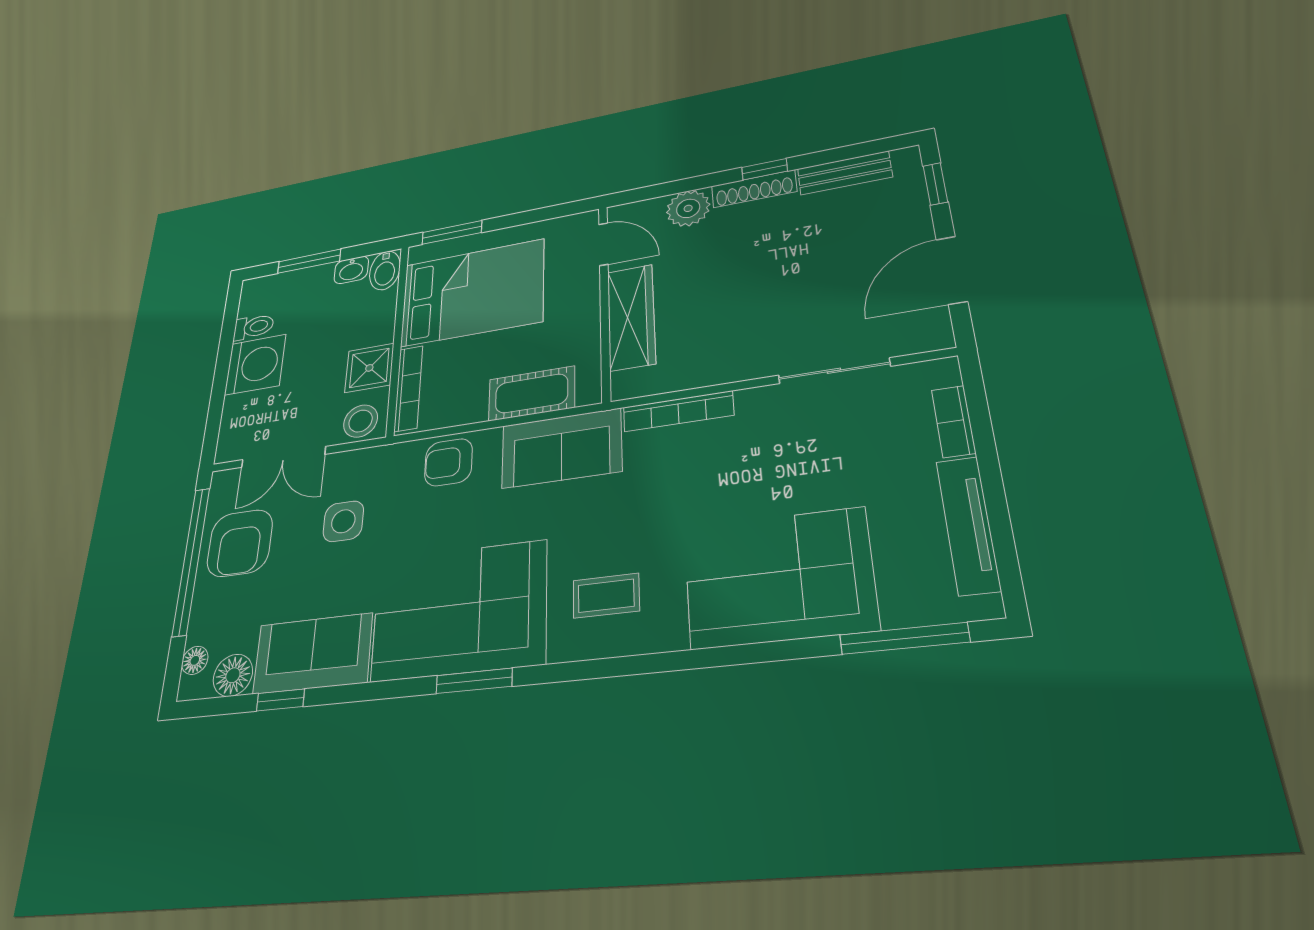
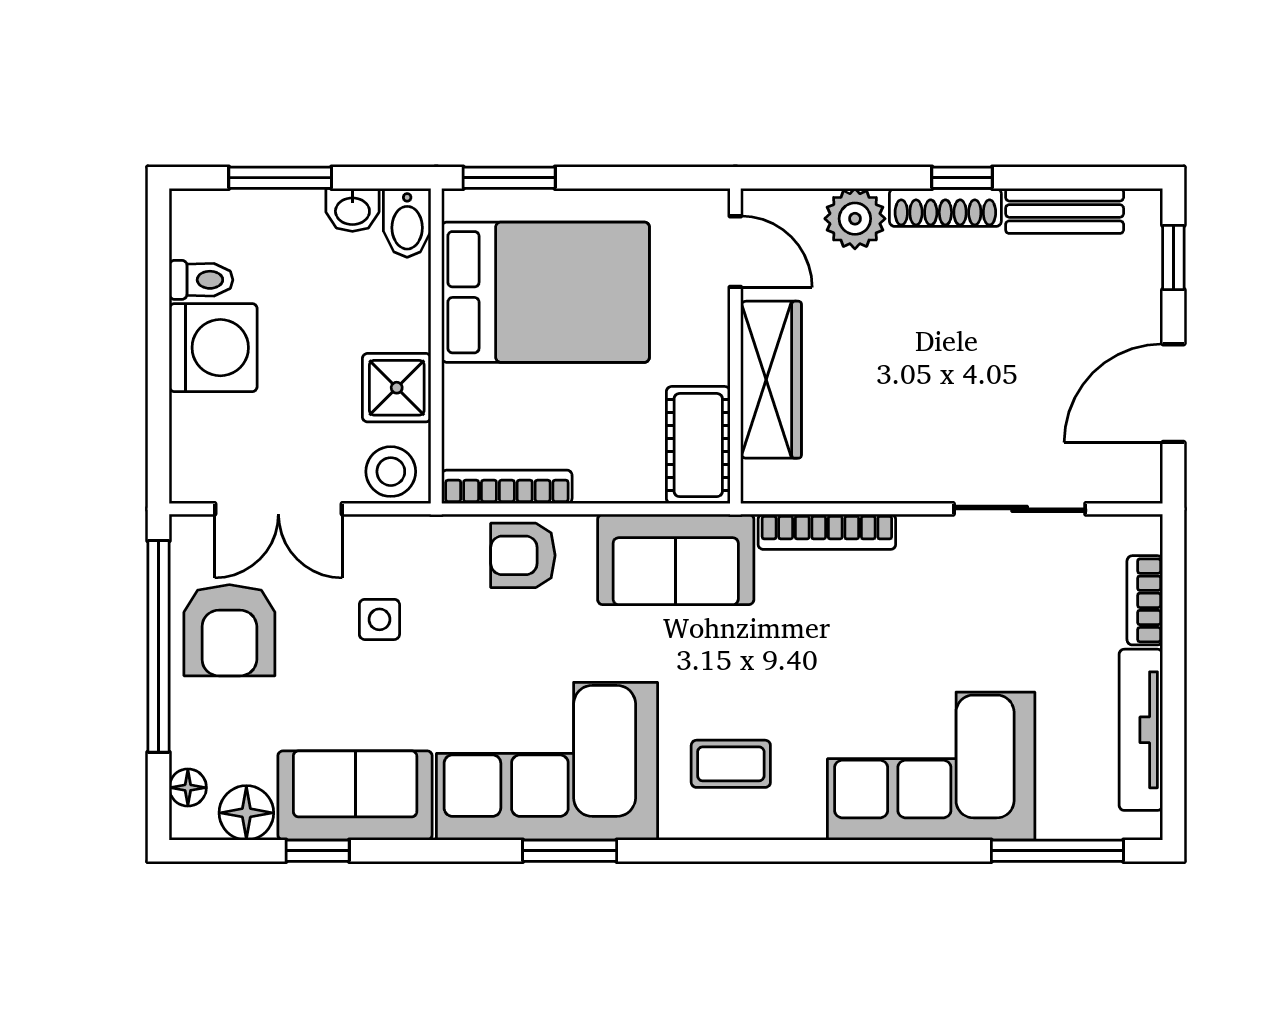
bookcase: (408, 388) -> (507, 487), moved, turned -90
cot: (532, 393) -> (698, 445), moved, turned 90
side table: (343, 521) -> (379, 619), width x0.73, depth x0.73

